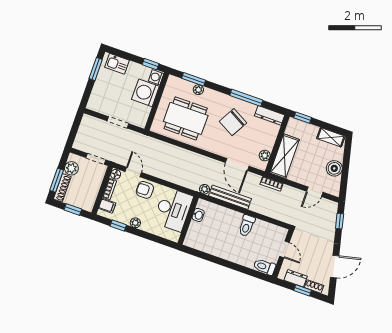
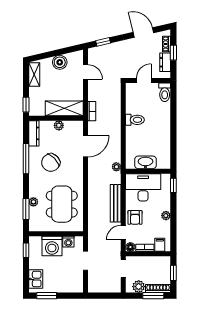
washing machine: (156, 77) -> (68, 242), moved
chair: (233, 122) -> (51, 163), turned 107
plant: (265, 156) -> (59, 125), moved
bench: (230, 197) -> (116, 203), moved
washbasin: (198, 215) -> (145, 162), width x1.91, depth x1.45
window: (118, 225) -> (173, 185), moved

